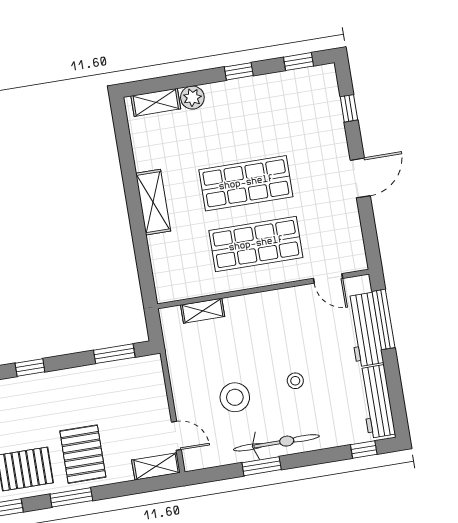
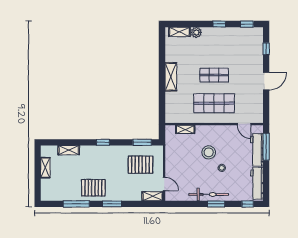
shop shelf: (246, 183) -> (214, 75), width x0.70, depth x0.74
stool: (235, 397) -> (209, 152), moved
pallet: (83, 454) -> (140, 165), moved, turned 90
window: (262, 466) -> (216, 204), moved

